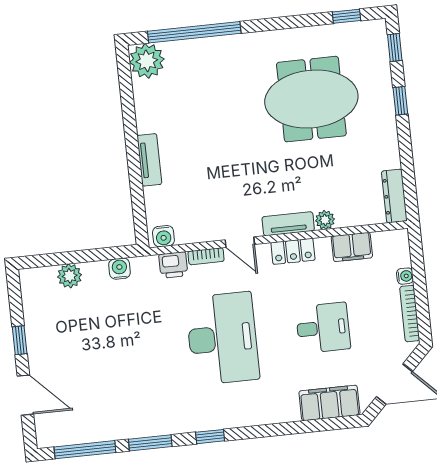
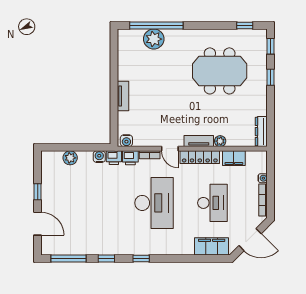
plant: (147, 61) -> (154, 39), moved
locker: (293, 251) -> (200, 157), width x1.53
printer: (145, 268) -> (114, 158), added
desk: (323, 328) -> (212, 203), width x1.37
window: (150, 443) -> (106, 259), width x0.67

